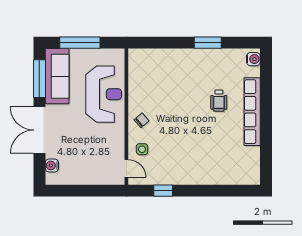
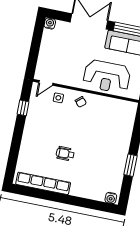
wheelchair: (219, 101) -> (65, 154), moved
row of seats: (252, 112) -> (43, 183), moved
water cooler: (52, 165) -> (50, 24), moved

